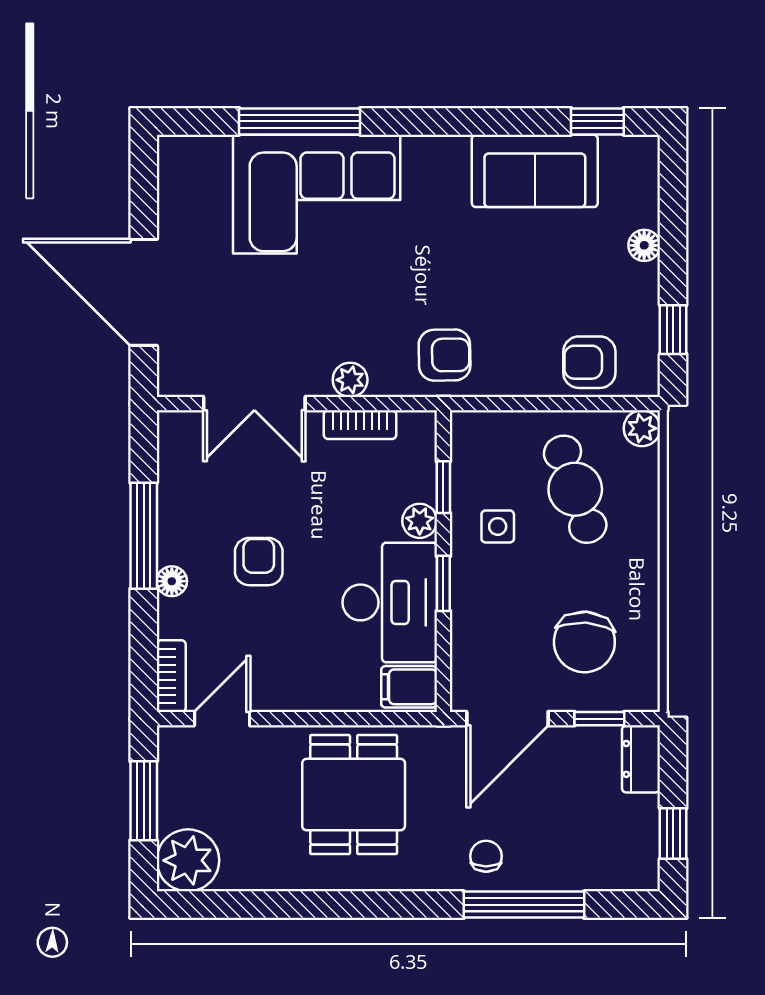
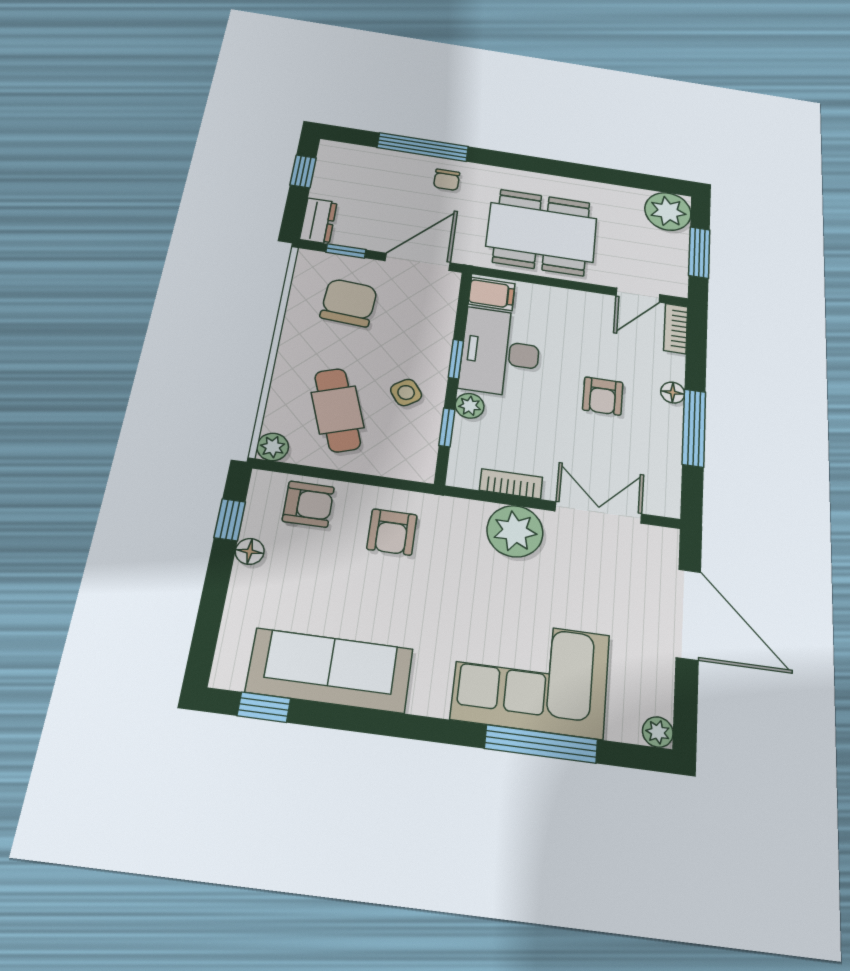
plant: (174, 151) -> (658, 732), added
sofa: (535, 171) -> (330, 670), width x1.36
floor lamp: (644, 245) -> (250, 551), moved
armchair: (445, 355) -> (392, 532), moved, turned -89
plant: (350, 380) -> (515, 531), width x1.87, depth x1.87
side table: (498, 526) -> (406, 392), turned -35
dining table: (354, 795) -> (542, 232), width x1.38

